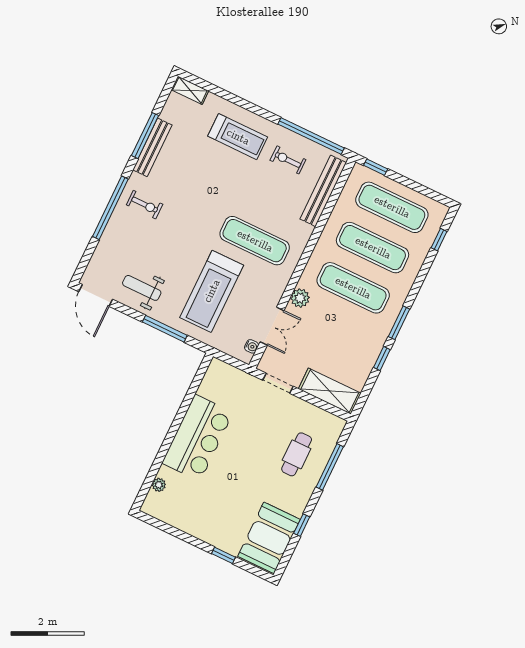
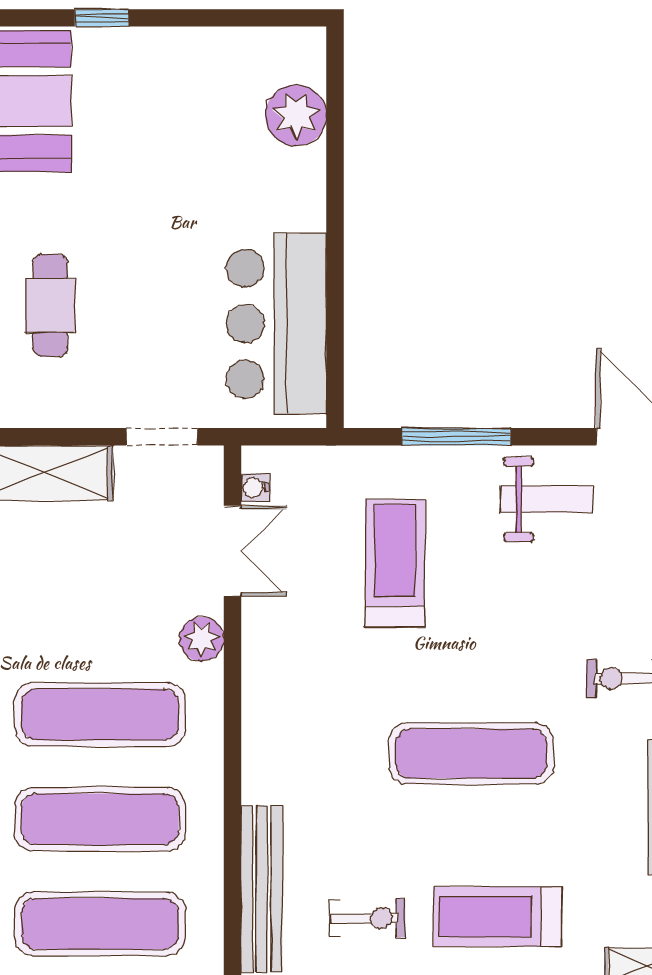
exercise mat: (255, 241) -> (471, 754), moved
treadmill: (212, 291) -> (395, 563), width x0.73, depth x0.73
double door: (272, 326) -> (232, 551), swing flipped
bar counter: (197, 438) -> (276, 324), moved
plant: (159, 485) -> (296, 115), width x1.88, depth x1.88

